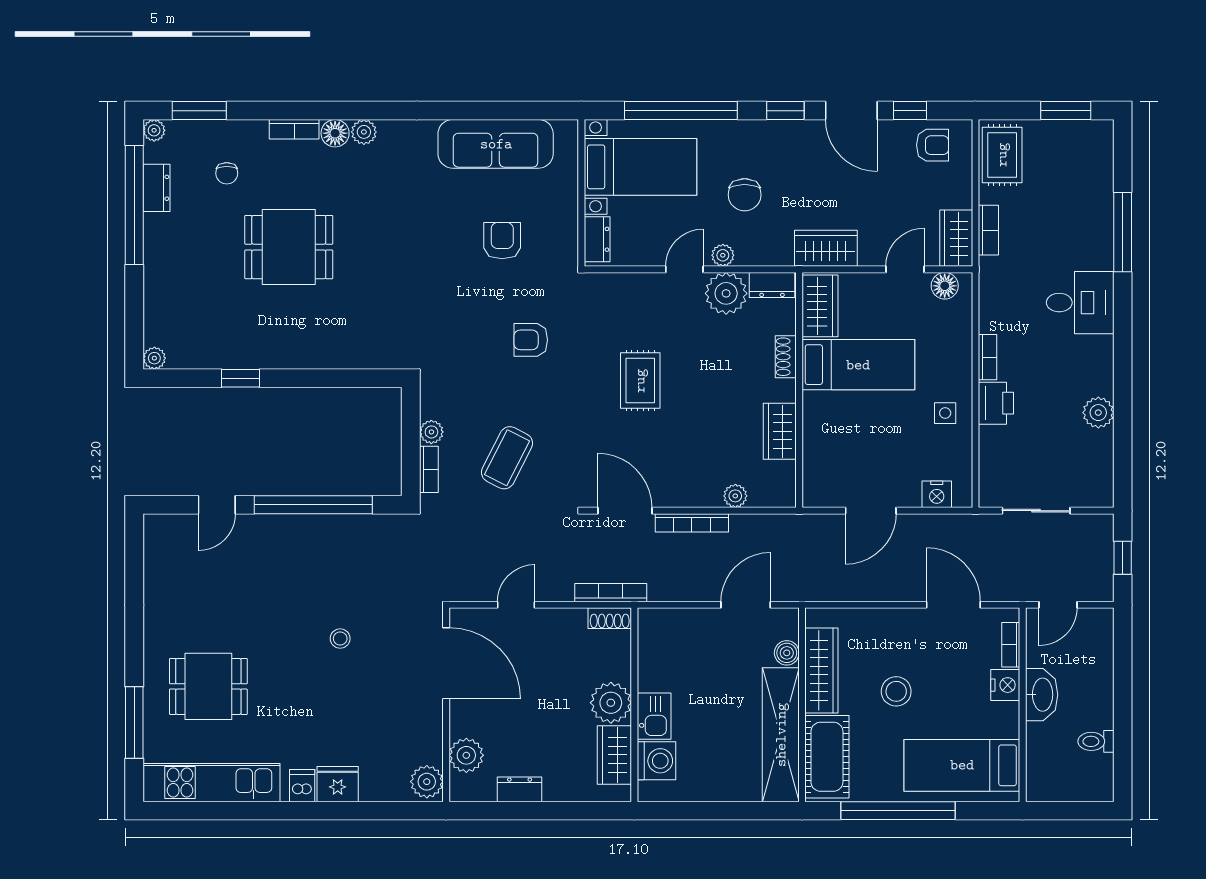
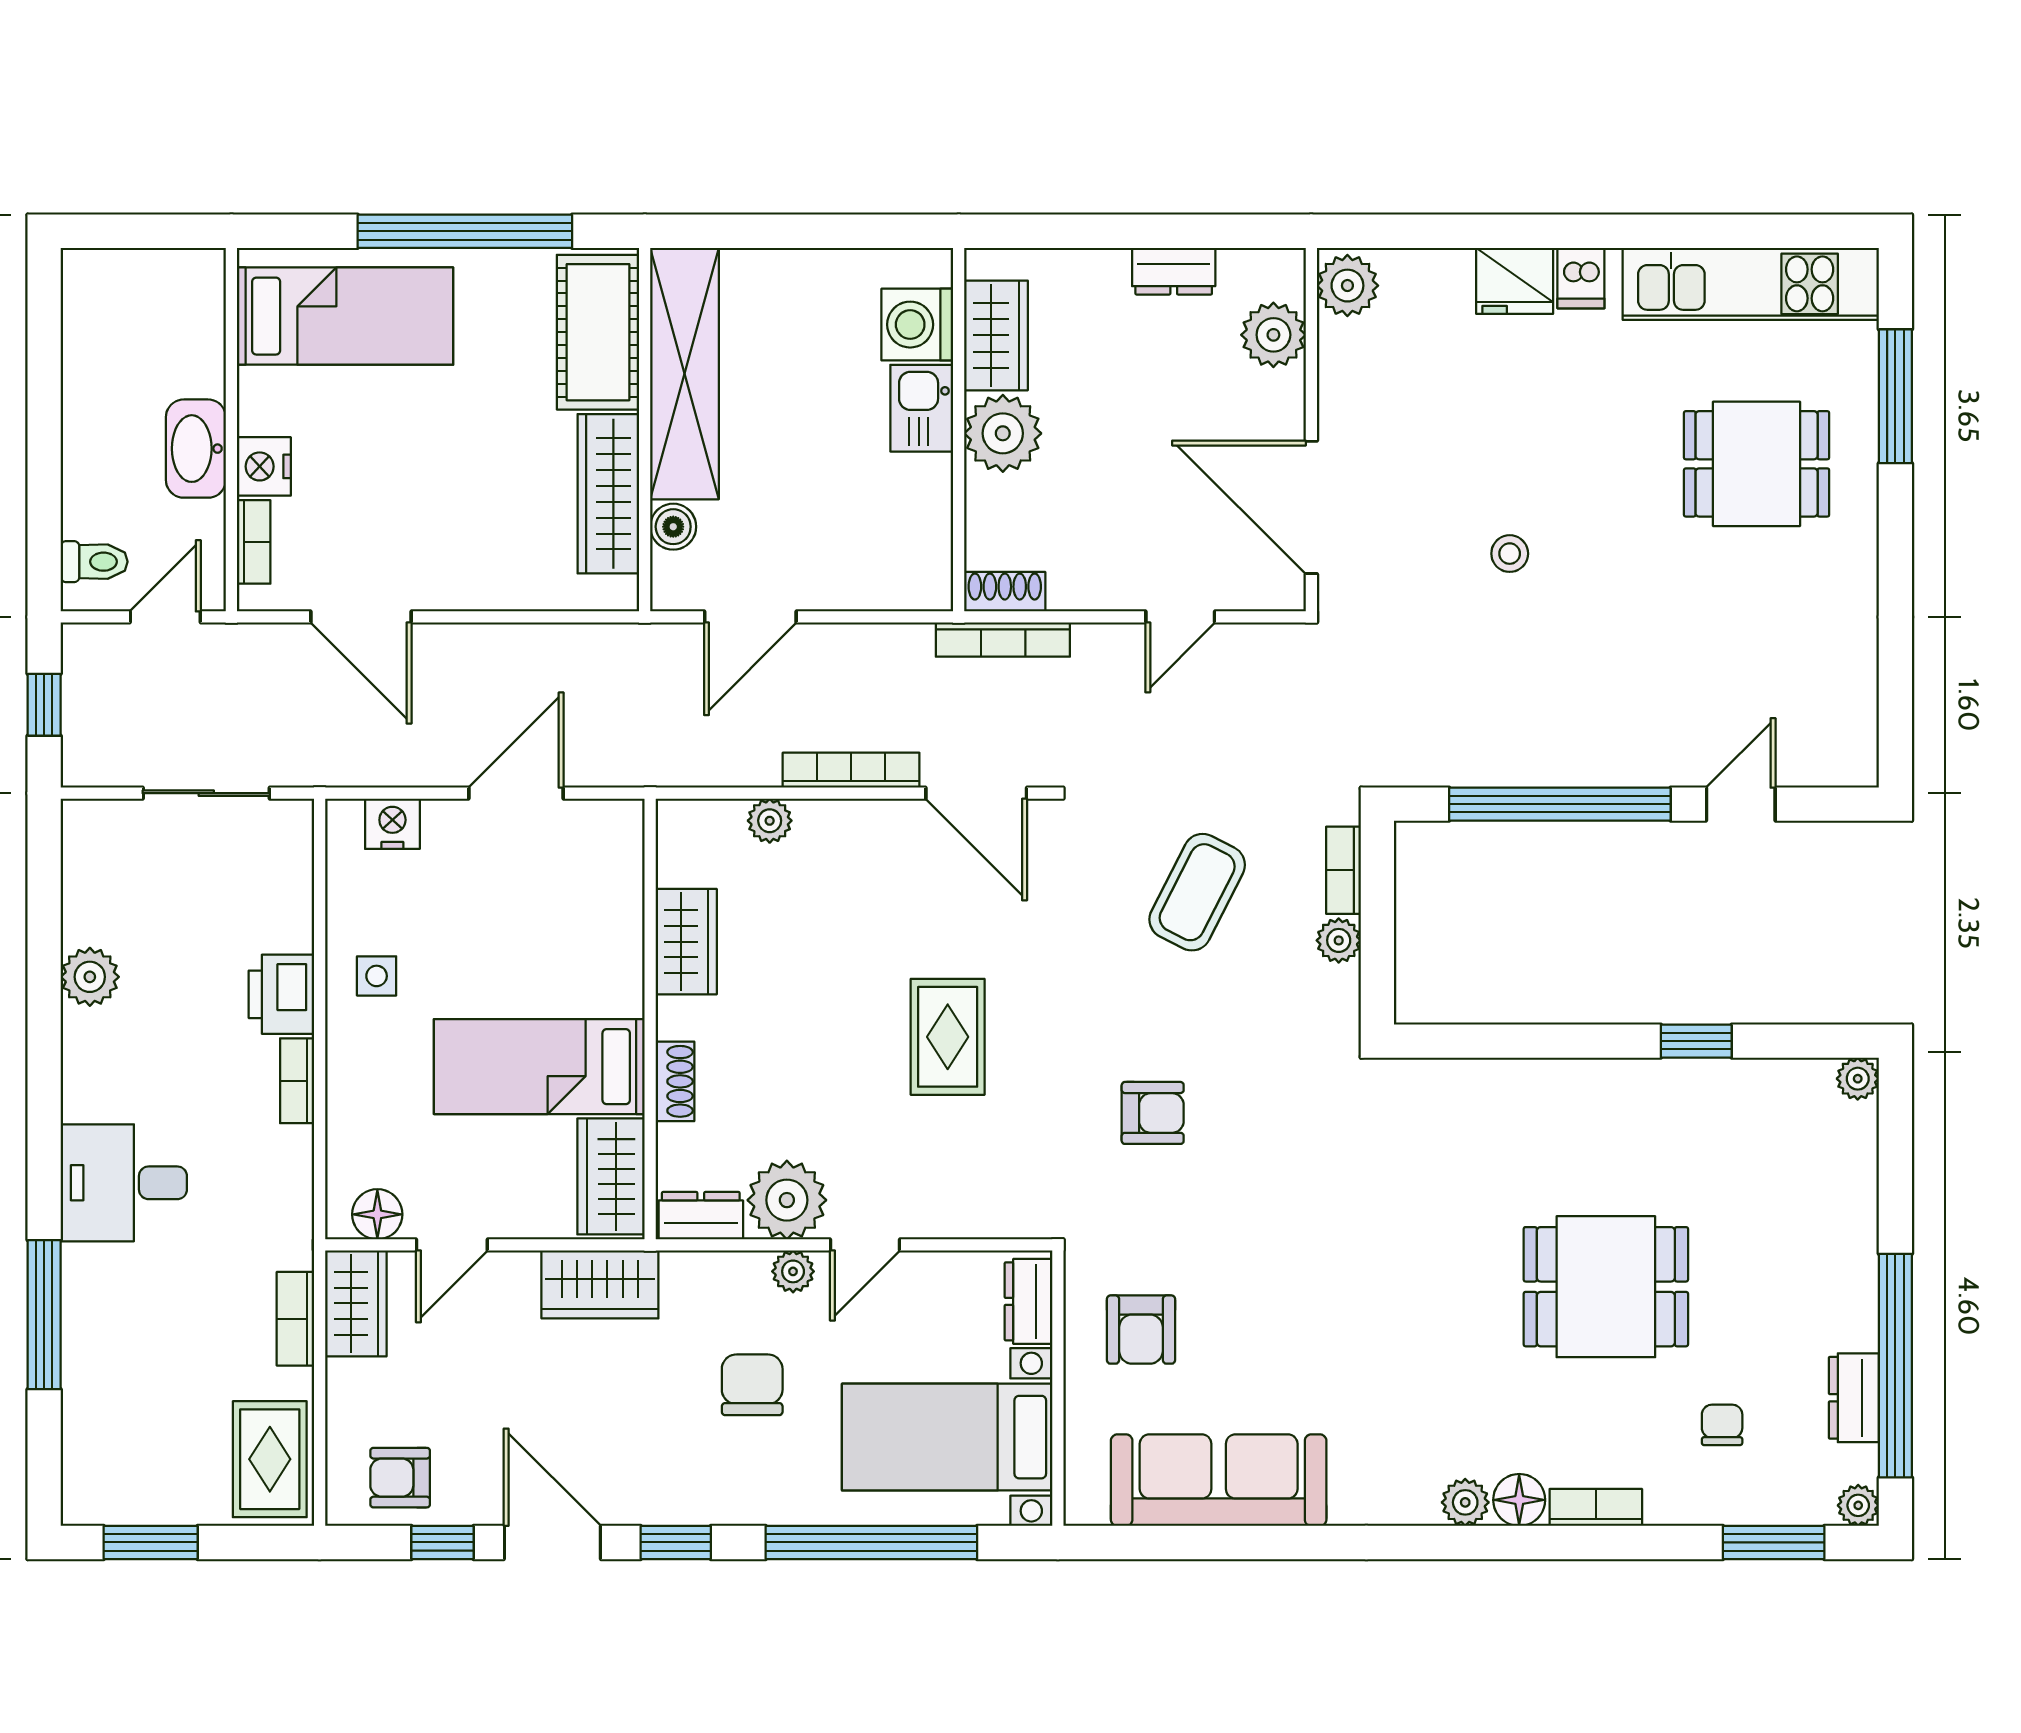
armchair: (502, 241) -> (1141, 1330), moved
stool: (896, 691) -> (468, 455), removed
toilet: (1096, 741) -> (94, 562), moved

